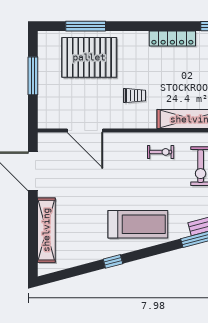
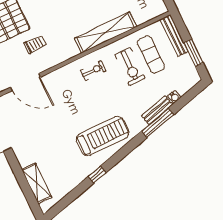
trolley: (134, 96) -> (35, 44), moved
shelving: (46, 230) -> (37, 183), width x0.68

